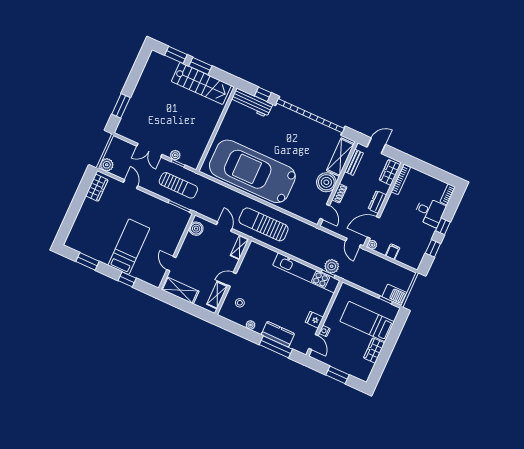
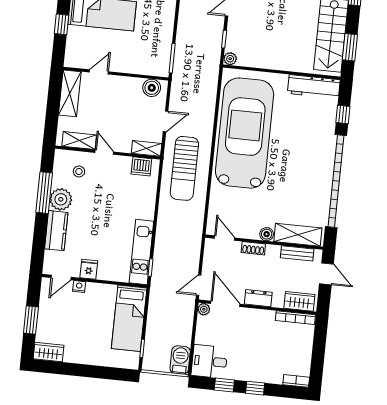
window: (200, 66) -> (350, 47), moved
workbench: (252, 103) -> (314, 87), moved, turned -90
plant: (175, 155) -> (230, 59), moved
boiler: (326, 182) -> (267, 234), width x0.54, depth x0.54
sun lounger: (178, 185) -> (197, 48), removed
door: (325, 212) -> (225, 238), swing flipped
desk: (430, 212) -> (209, 361), moved, turned 90
sun lounger: (264, 224) -> (184, 168), turned 180
filing cabinet: (393, 252) -> (204, 337), removed
dishwasher: (251, 256) -> (141, 166), added
plant: (332, 266) -> (161, 269), removed
kitchen unit: (306, 273) -> (141, 252), width x0.73
barbecue: (395, 295) -> (180, 360), moved, turned 180
bed: (367, 322) -> (129, 318), moved, turned 180
plant: (251, 325) -> (61, 199), width x1.88, depth x1.88
window: (276, 347) -> (44, 193), moved
wardrobe: (374, 350) -> (49, 352), moved

